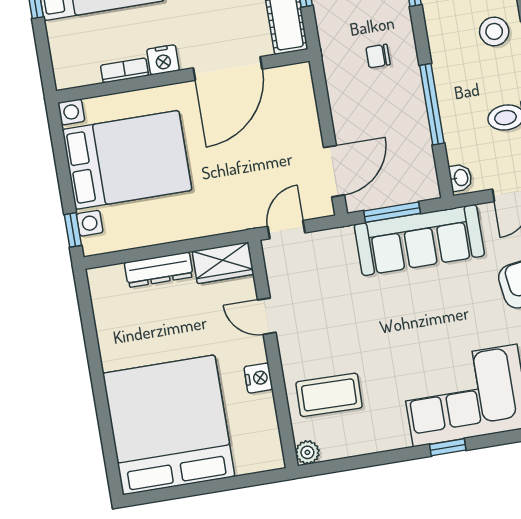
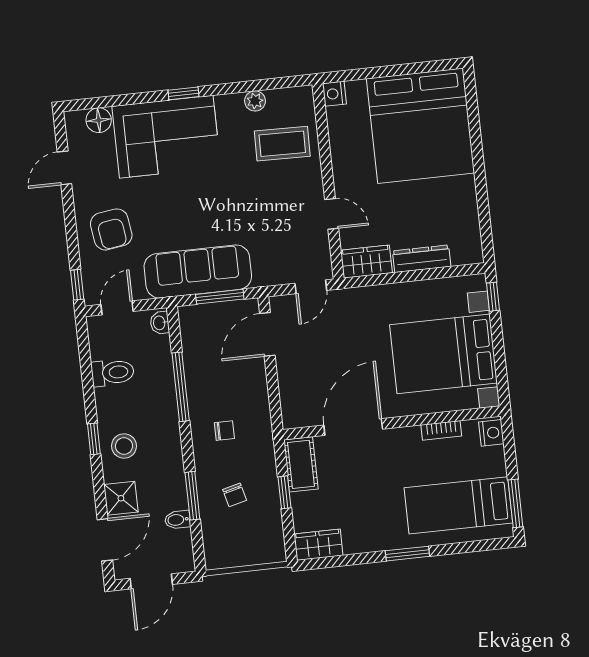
nightstand: (163, 60) -> (491, 433), moved, turned 90
nightstand: (258, 378) -> (334, 94), moved
plant: (307, 452) -> (255, 101), moved

